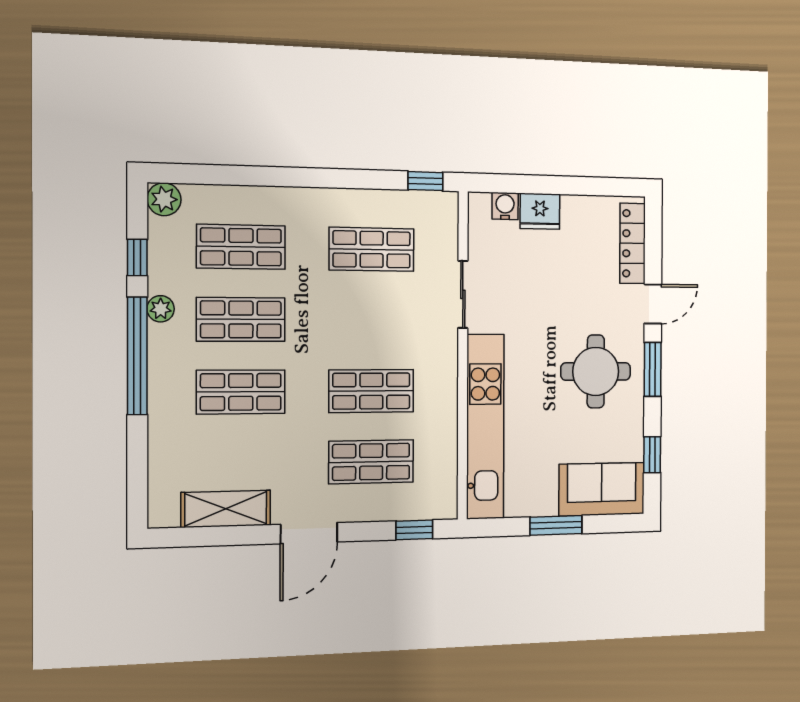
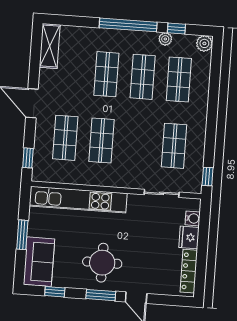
locker: (633, 243) -> (189, 271), moved, turned -90
sliding door: (463, 294) -> (162, 193), moved
plant: (161, 309) -> (165, 39), moved
shelving: (226, 509) -> (50, 46), moved

